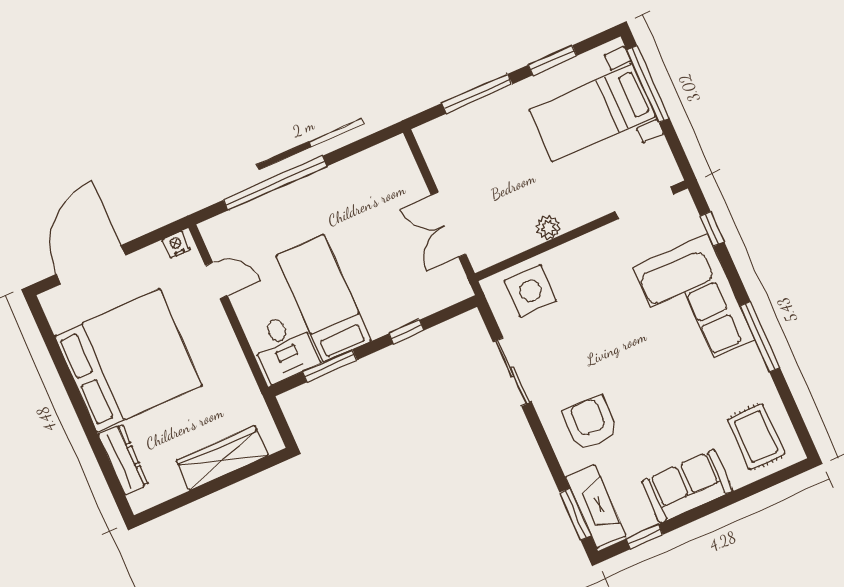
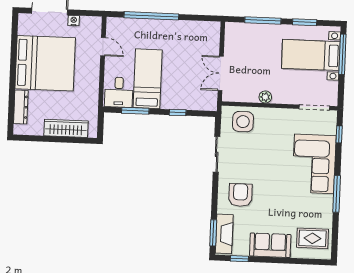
nightstand: (176, 244) -> (74, 21), moved
rug: (756, 437) -> (312, 238), turned 90

